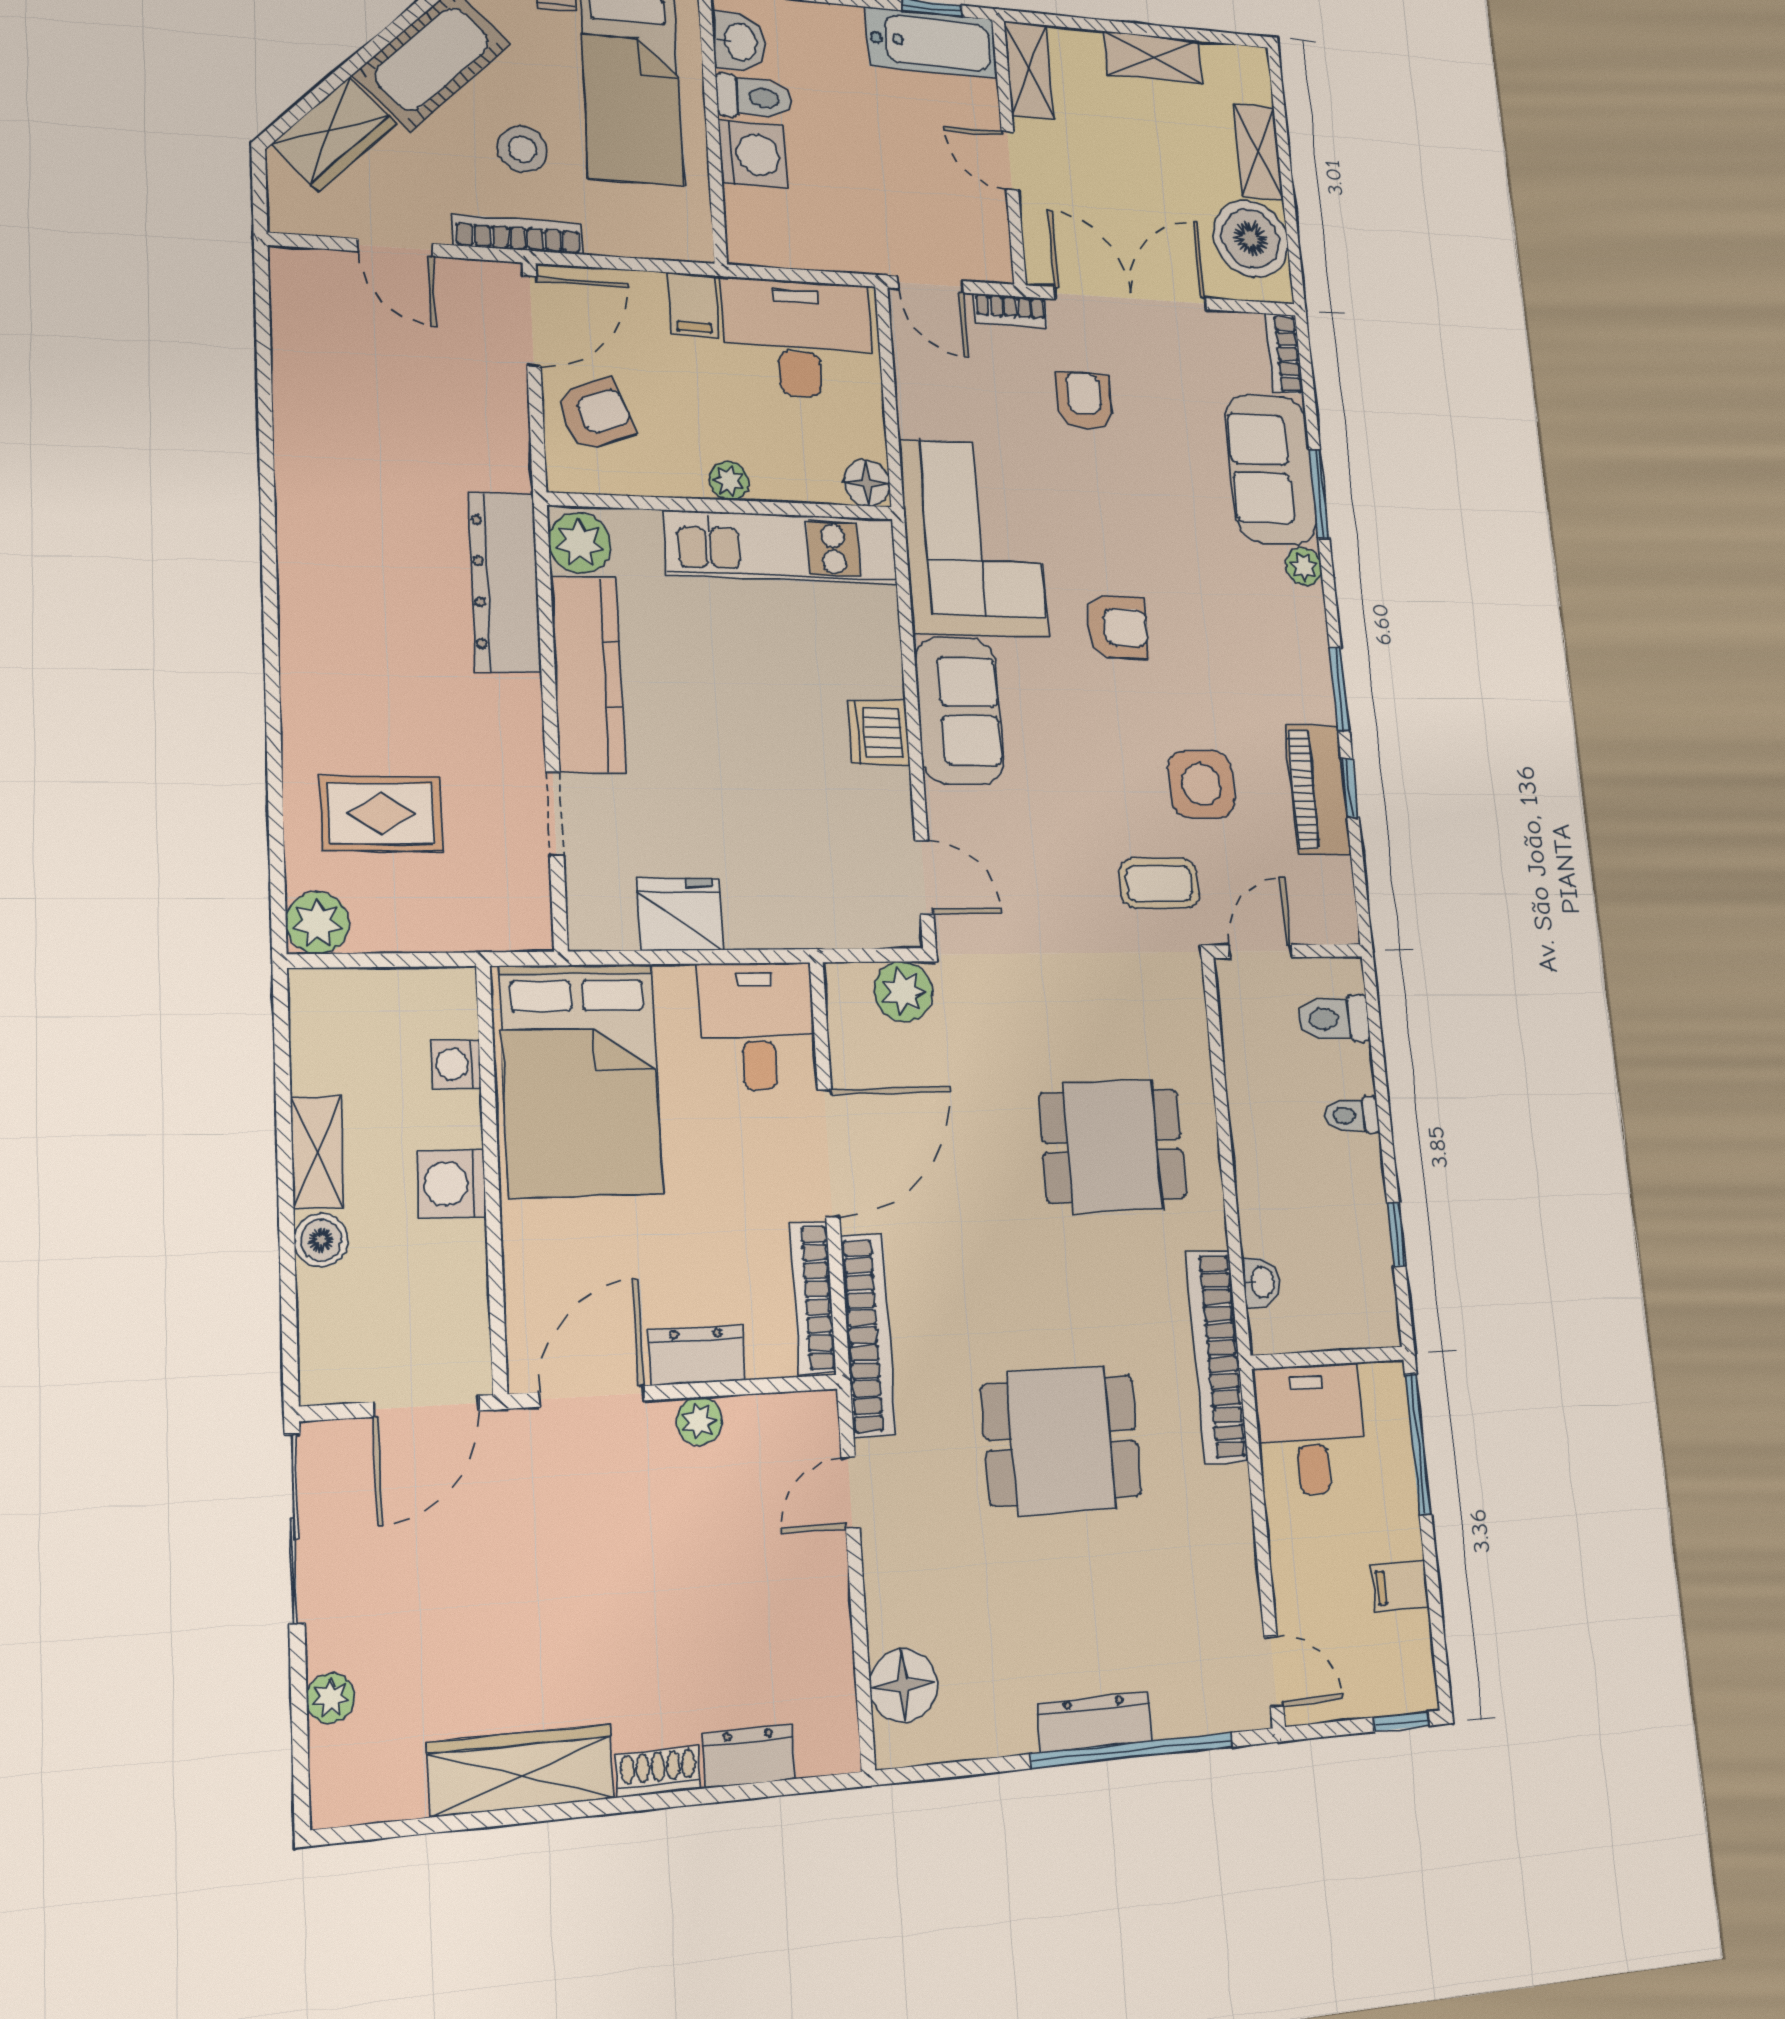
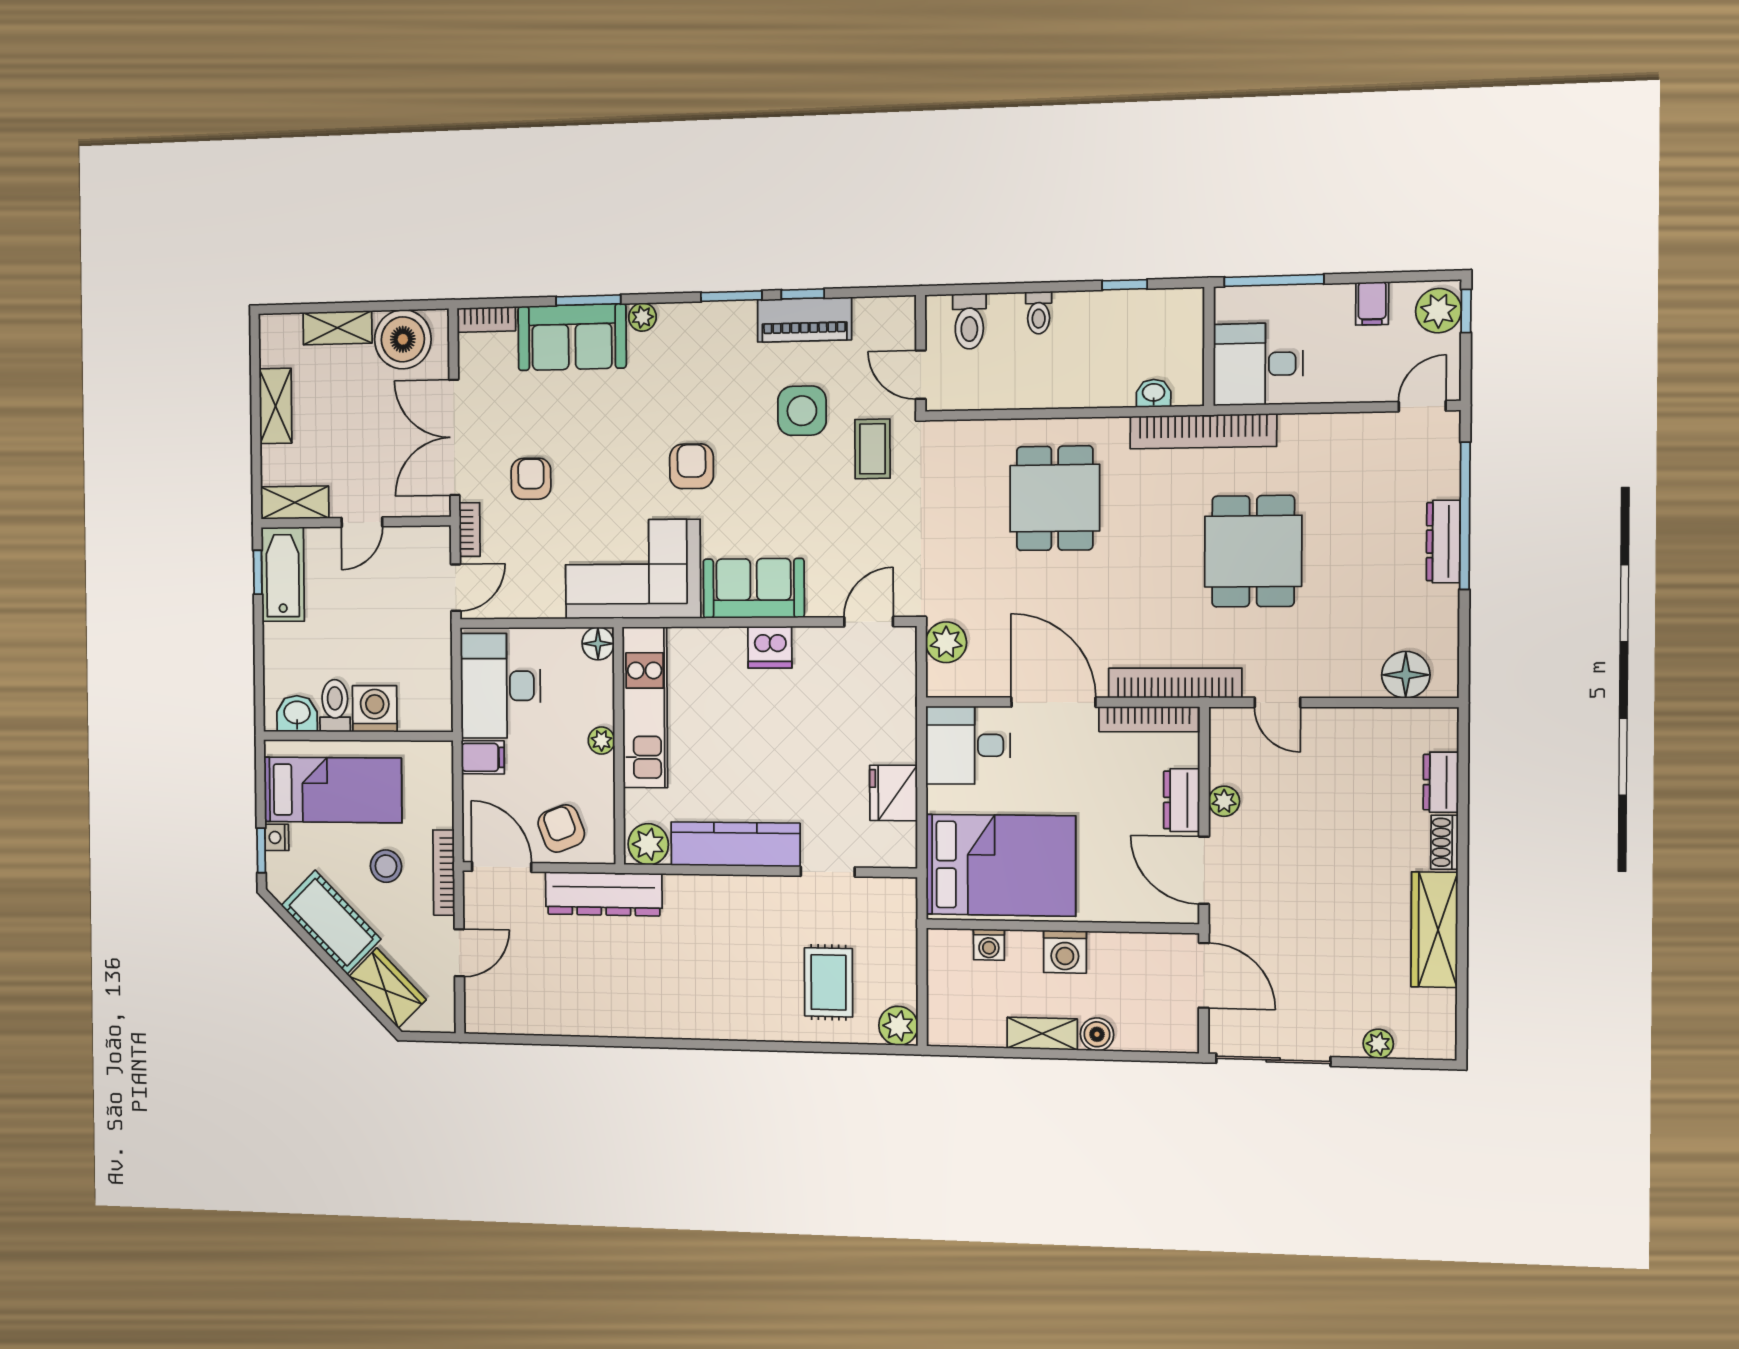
armchair: (1084, 401) -> (531, 479), turned 90
dresser: (505, 582) -> (604, 894), moved
plant: (1398, 1682) -> (1438, 311), added

